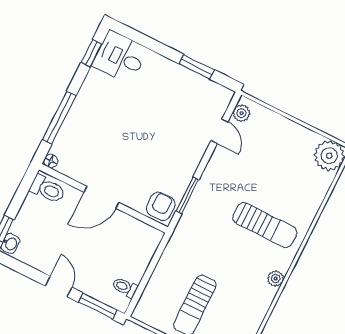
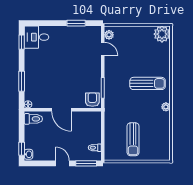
window: (59, 118) -> (22, 81), width x0.69
door: (101, 197) -> (62, 110), hinge flipped

